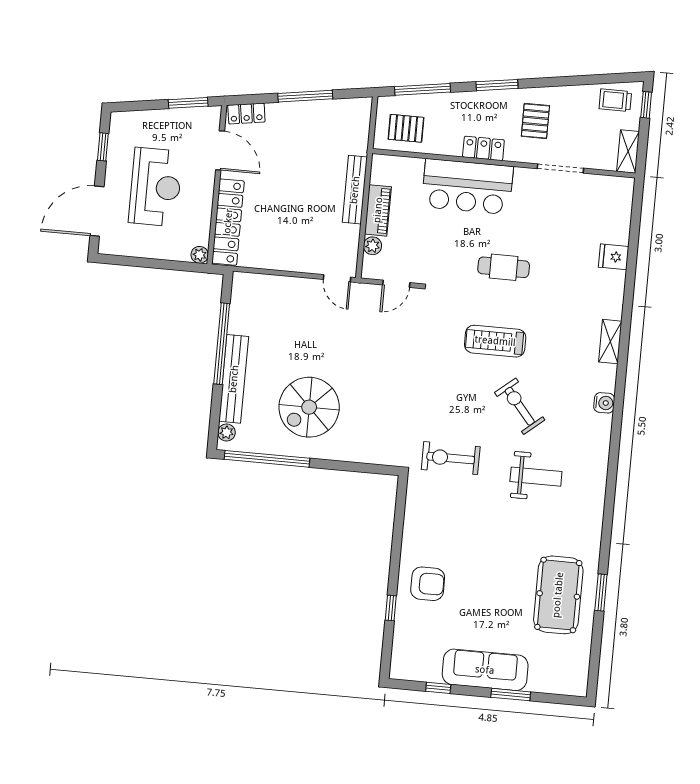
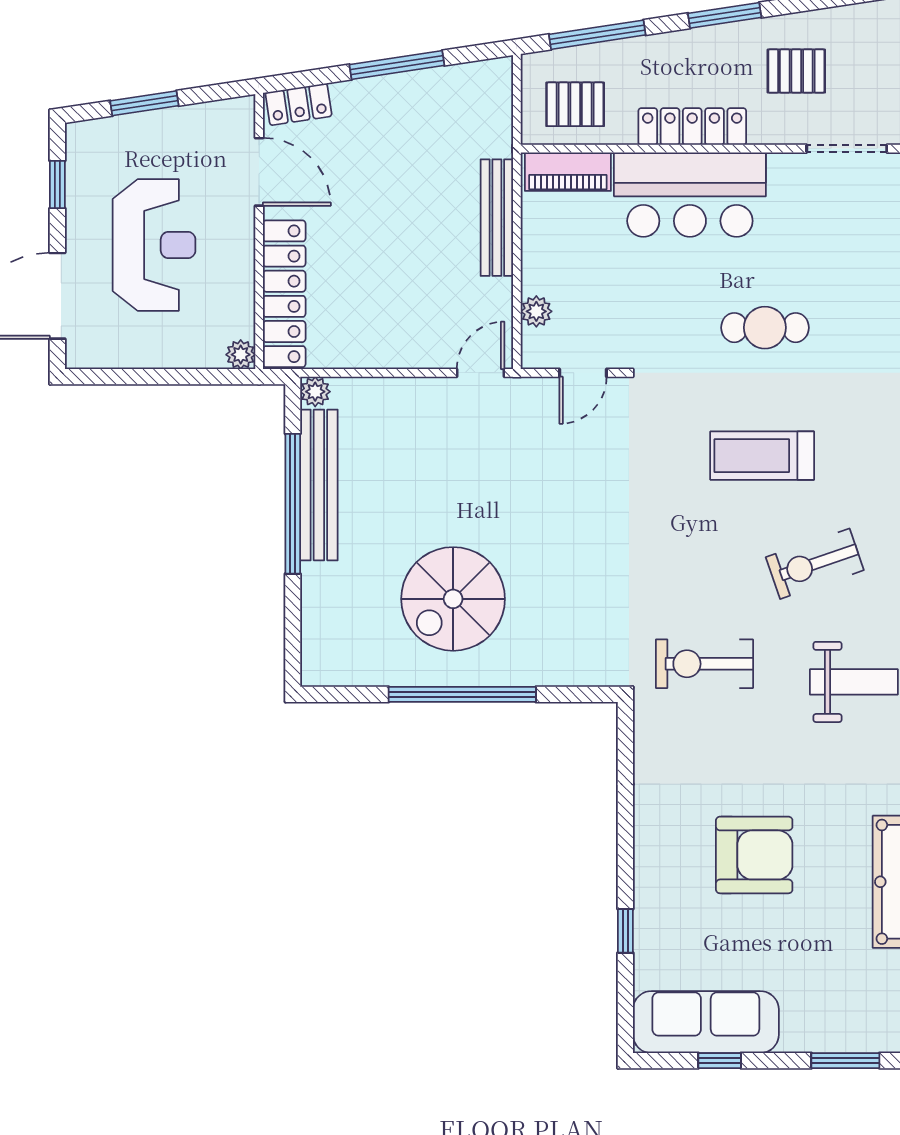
window: (188, 103) -> (144, 103), moved
pallet: (535, 121) -> (796, 71), turned 90
locker: (483, 148) -> (692, 127), width x1.53
piano: (378, 210) -> (568, 172), moved, turned 90
door: (337, 278) -> (481, 373), swing flipped
bench: (234, 379) -> (319, 485), moved
exercise bike: (520, 406) -> (815, 564), turned -69
plant: (227, 432) -> (315, 392), moved
window: (267, 459) -> (462, 694), moved
armchair: (428, 584) -> (754, 855), moved, width x1.36, depth x1.36
sofa: (485, 670) -> (706, 1022), moved

